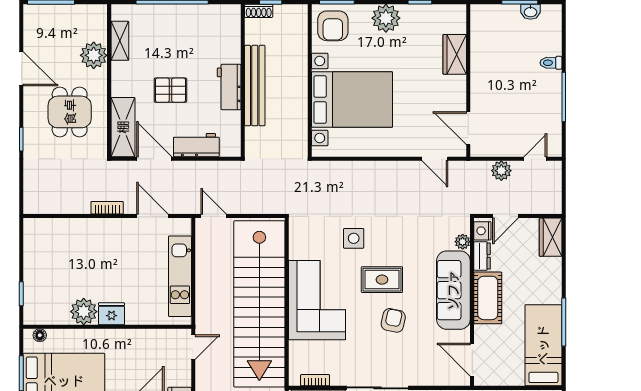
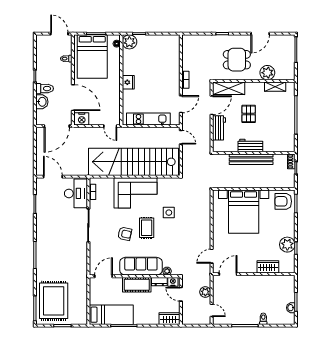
plant: (386, 18) -> (287, 245), moved
door: (214, 216) -> (181, 137), hinge flipped
plant: (84, 312) -> (129, 42), moved

